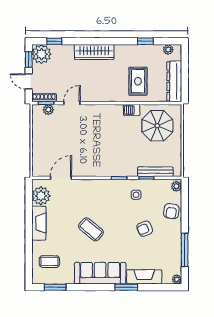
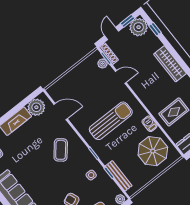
sun lounger: (103, 141) -> (111, 121), added
coffee table: (91, 229) -> (61, 150), moved

